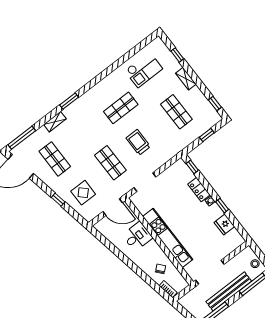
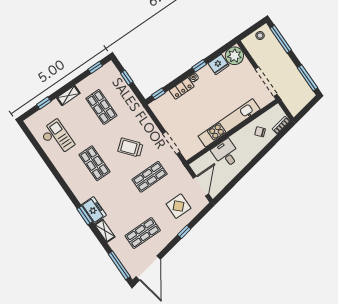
freezer: (75, 110) -> (94, 210), added
shop shelf: (176, 112) -> (101, 107), turned 90
trolley: (138, 142) -> (130, 148), turned 50
door: (113, 207) -> (201, 186), moved
plant: (234, 240) -> (234, 56), added
bench: (229, 291) -> (287, 64), removed

